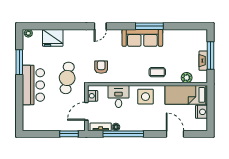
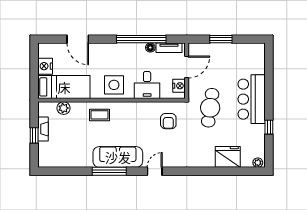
door: (100, 26) -> (155, 171), moved
window: (211, 55) -> (34, 135), width x0.46
window: (19, 62) -> (269, 127), width x0.46
window: (69, 134) -> (221, 39), moved

